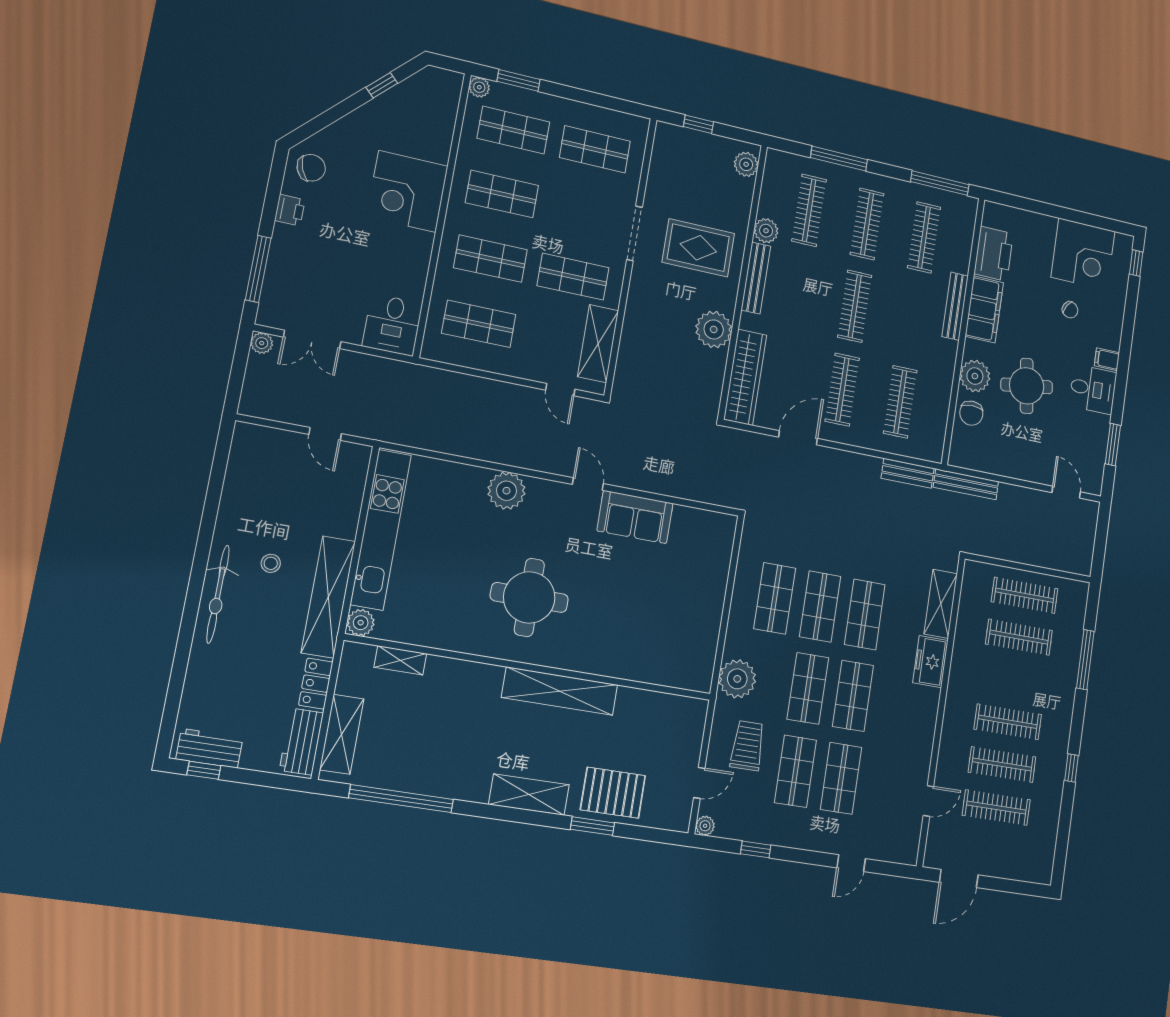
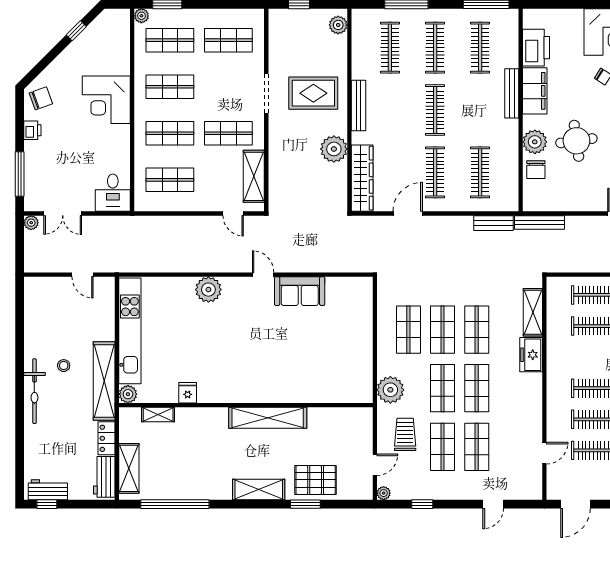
plant: (766, 231) -> (360, 70), removed
round table: (529, 597) -> (236, 359), removed
fridge: (450, 635) -> (188, 393), added

